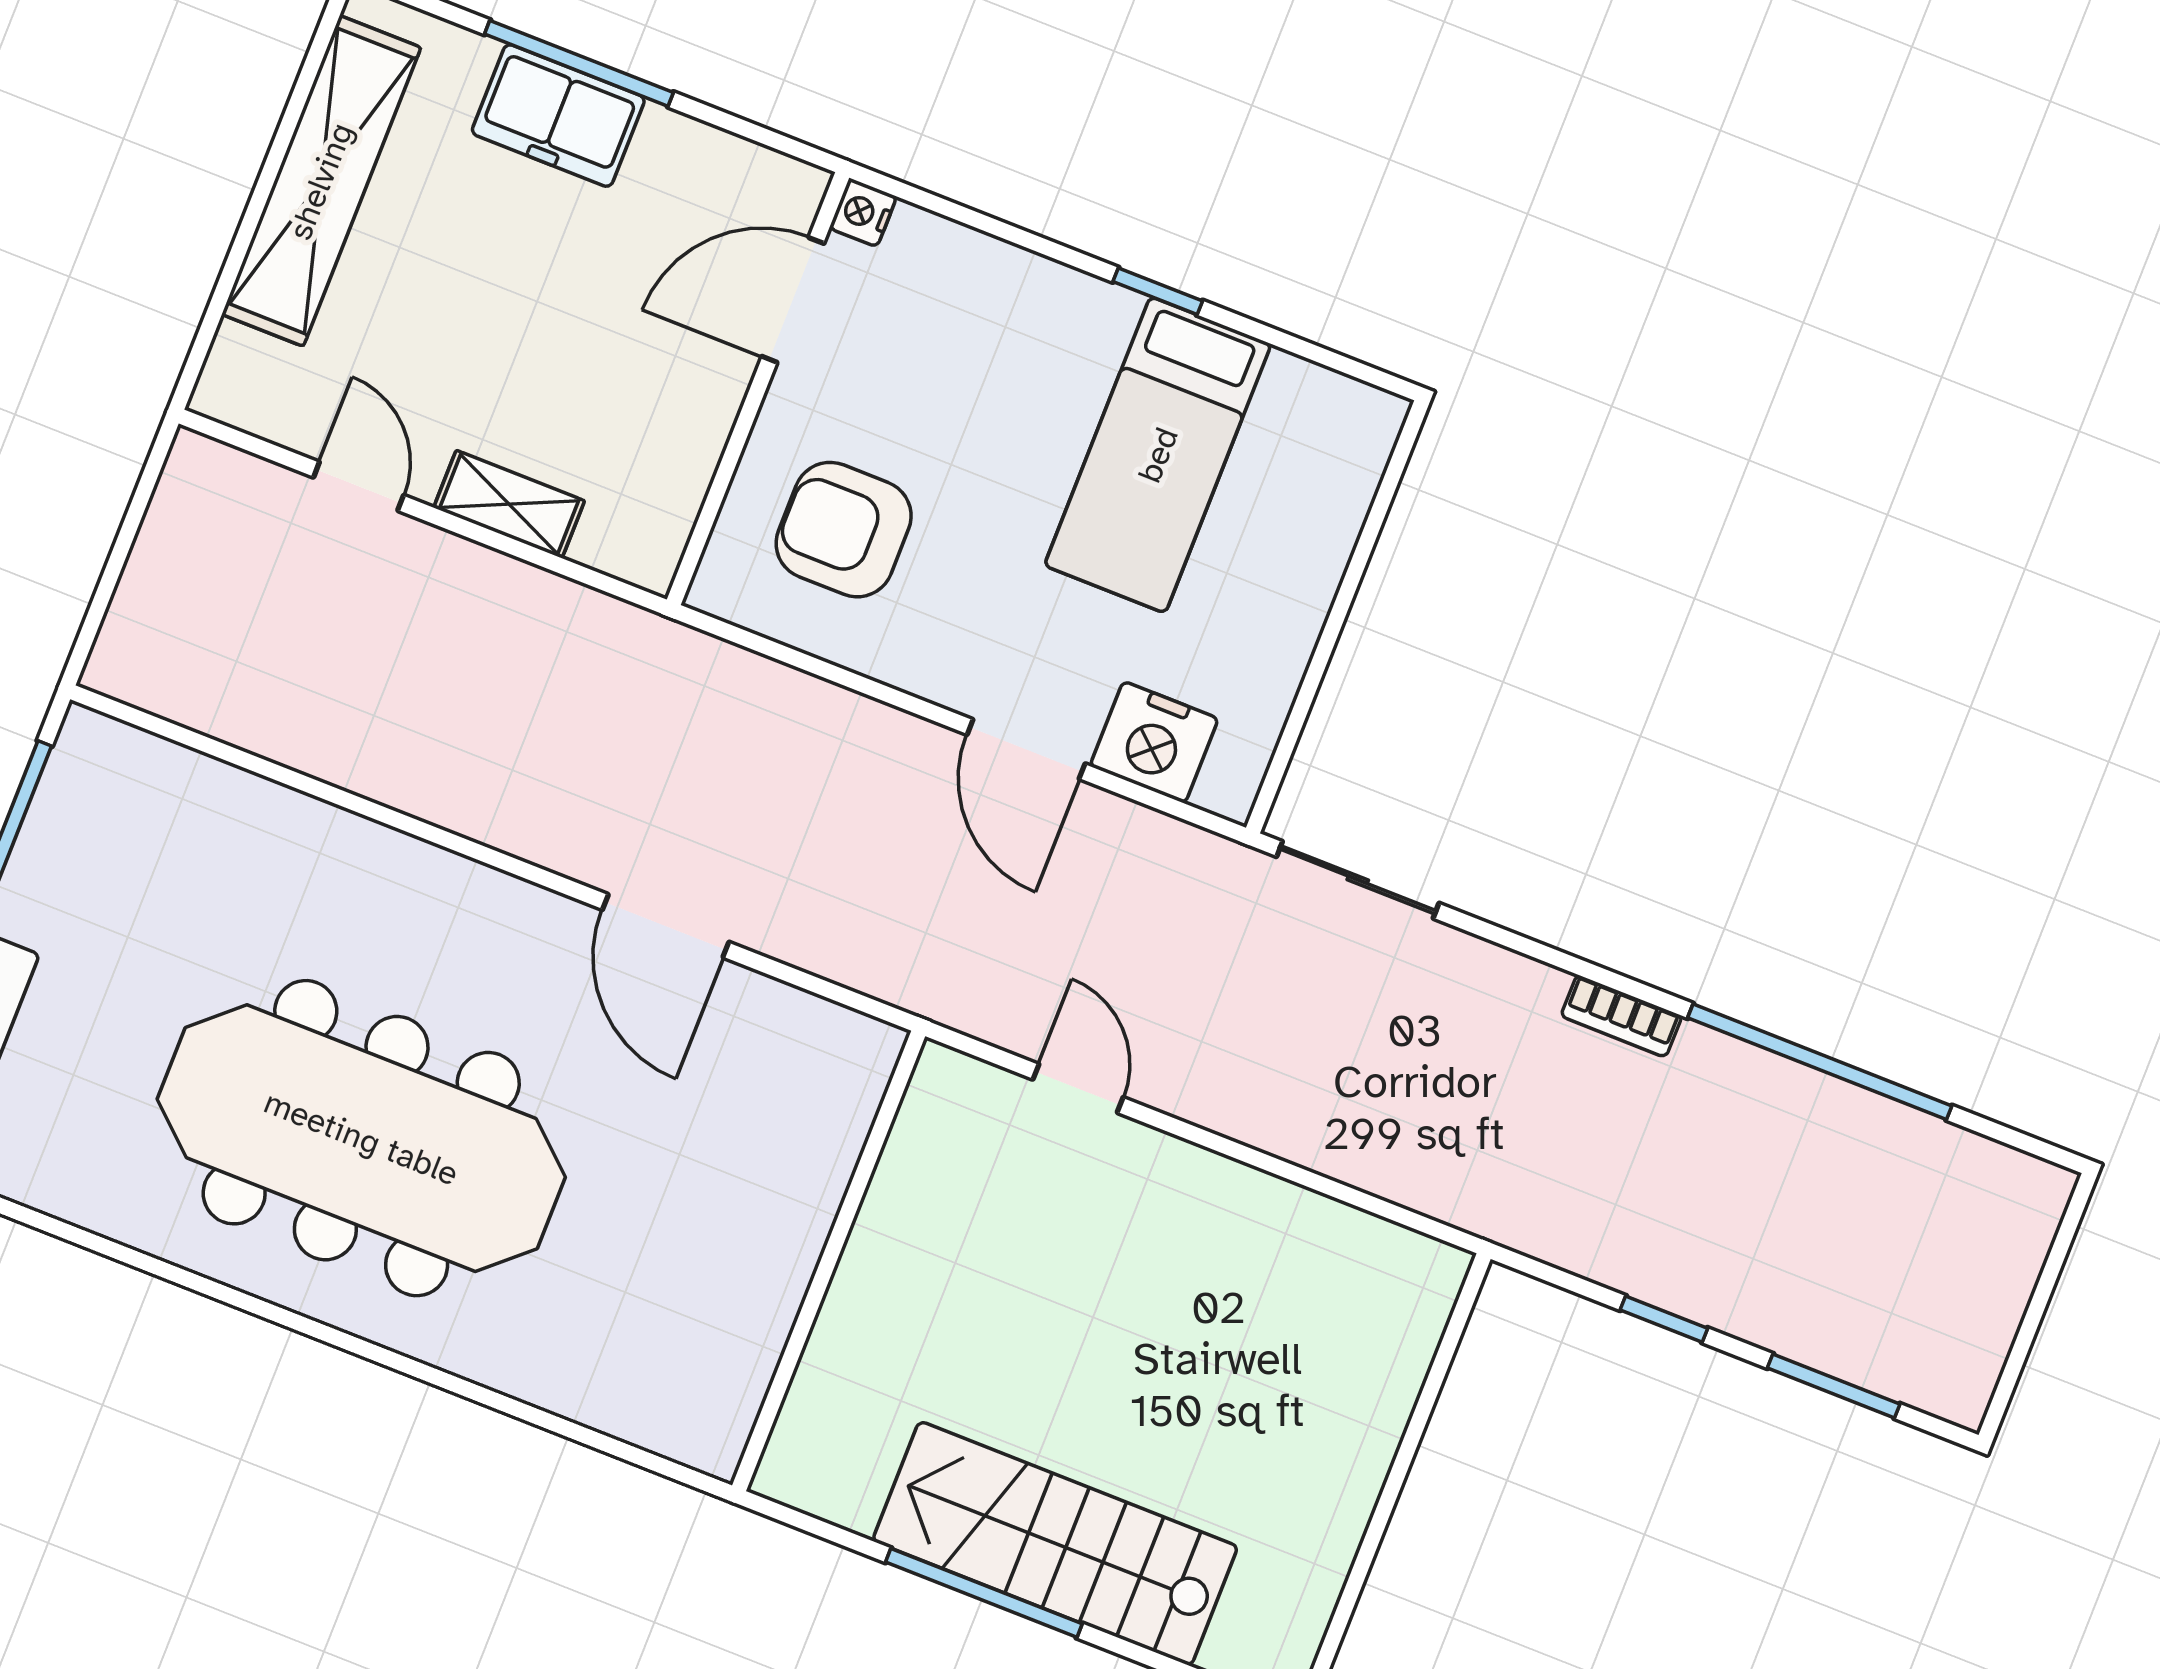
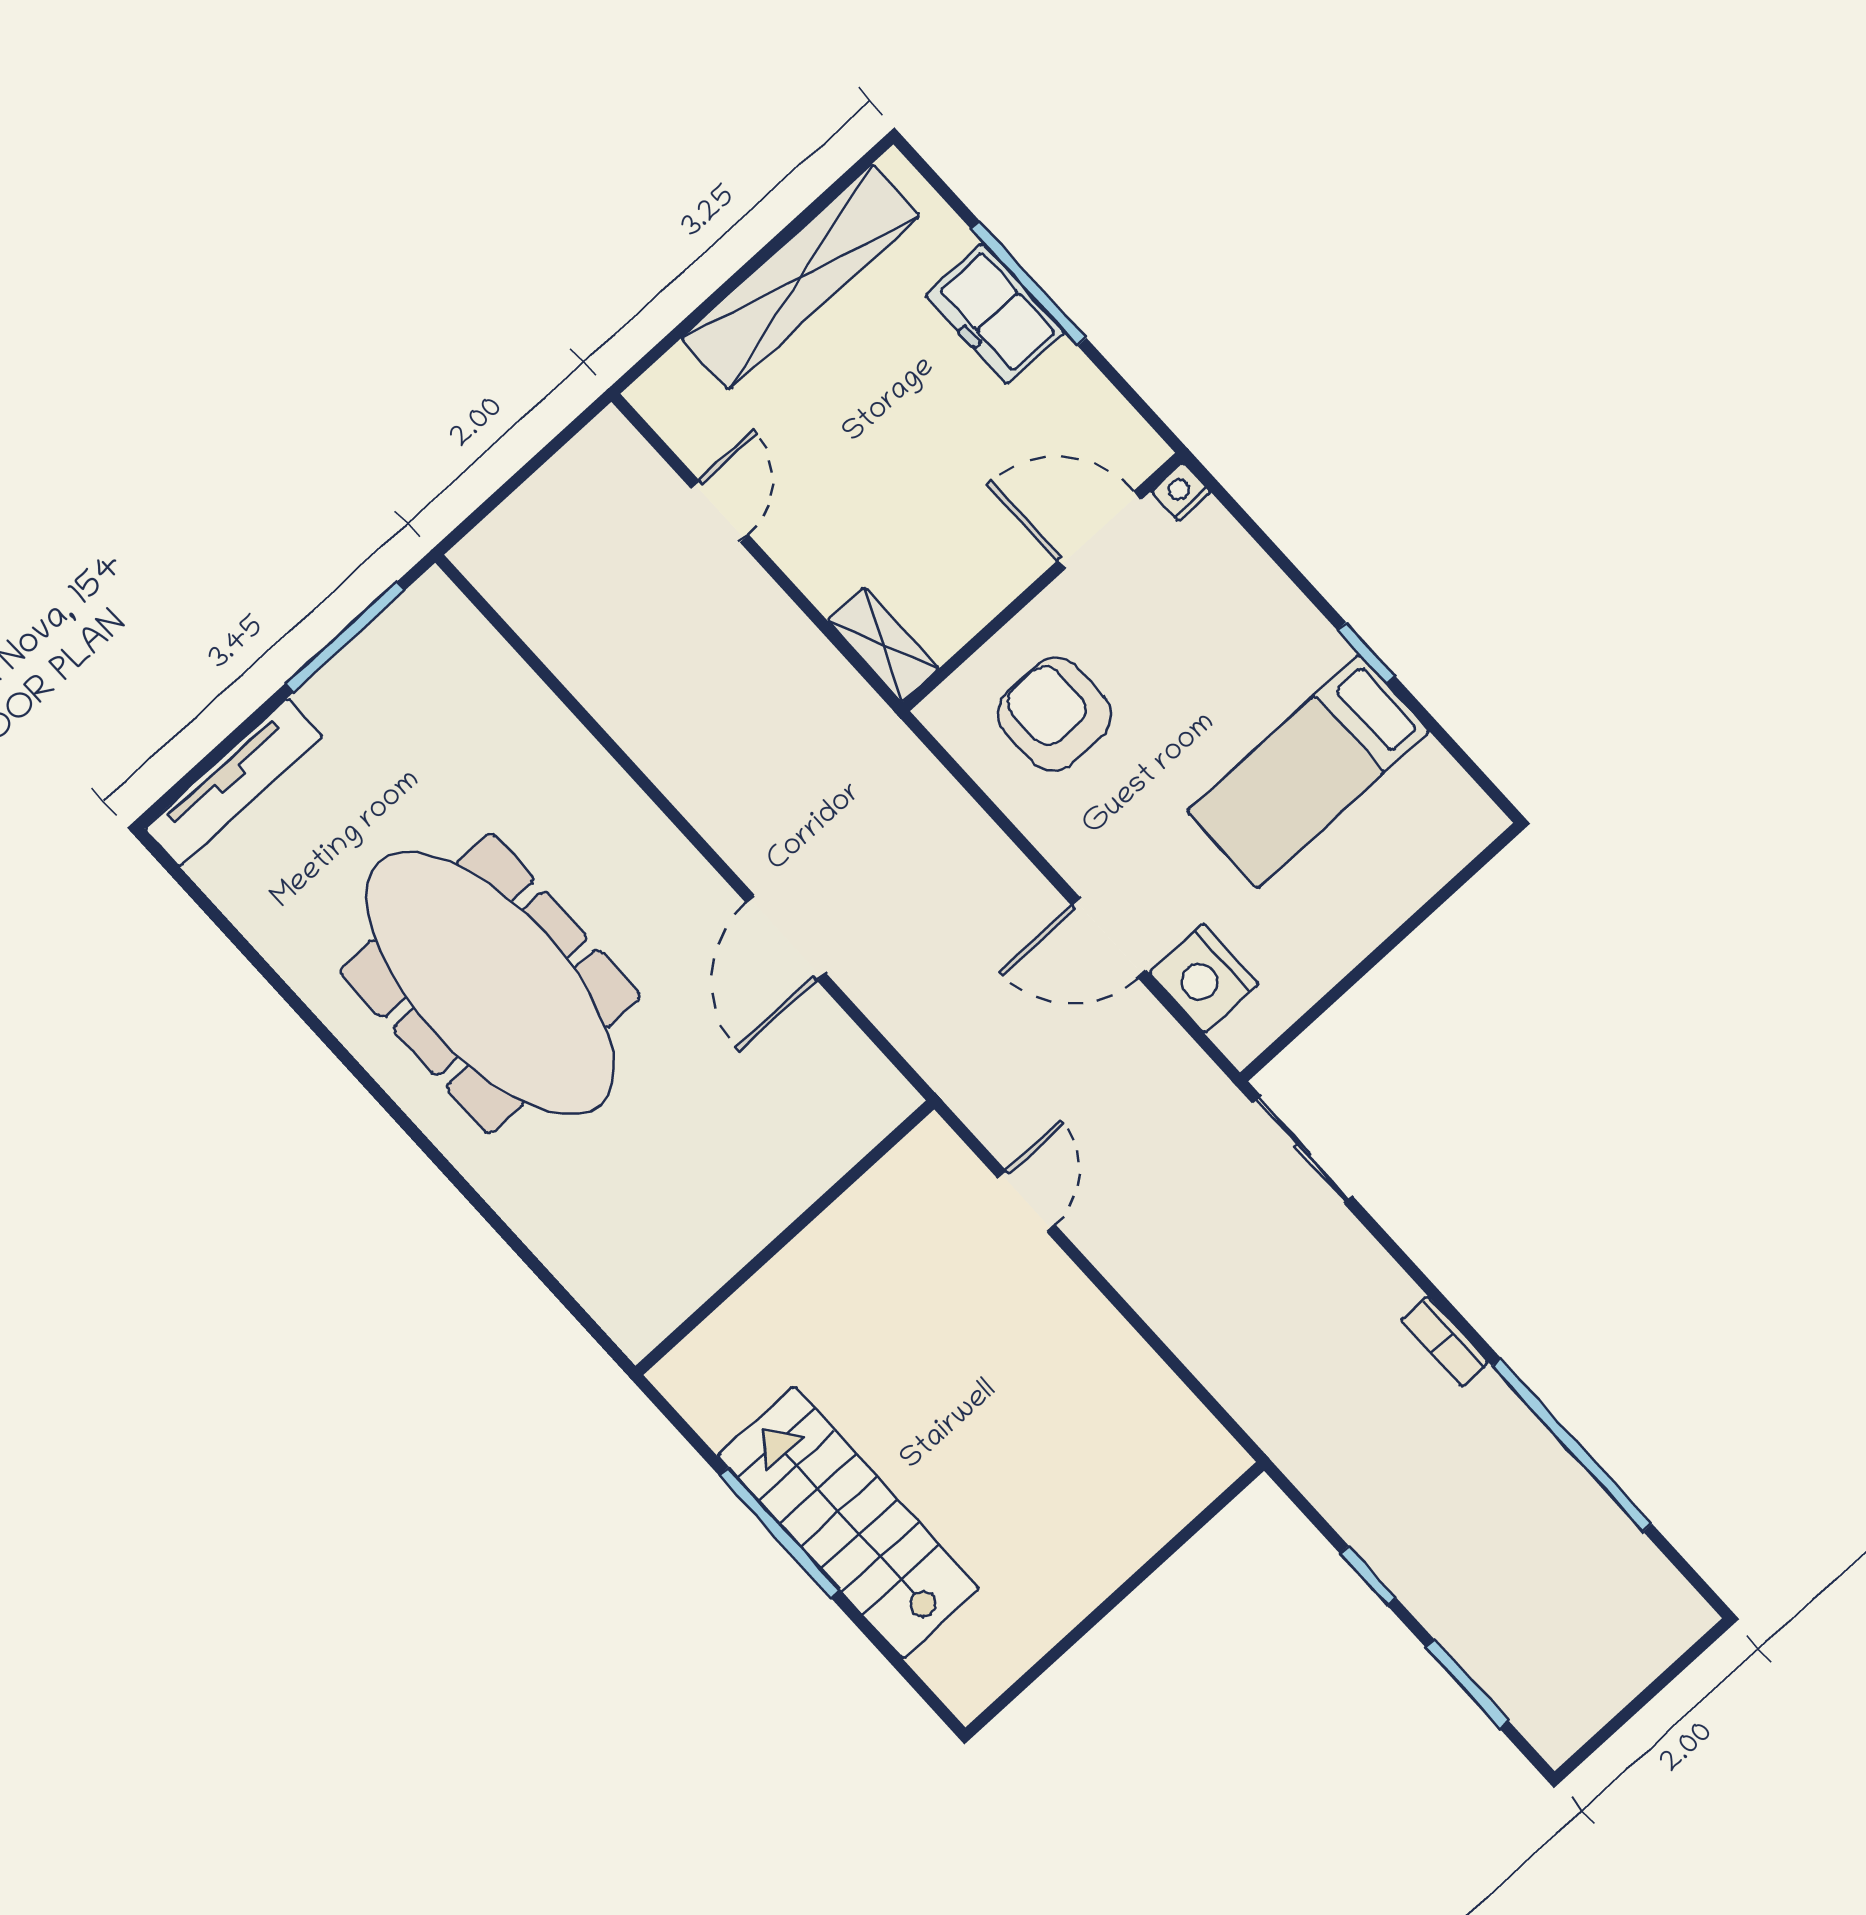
shelving: (509, 504) -> (883, 644), moved
door: (1026, 749) -> (1109, 938), hinge flipped

